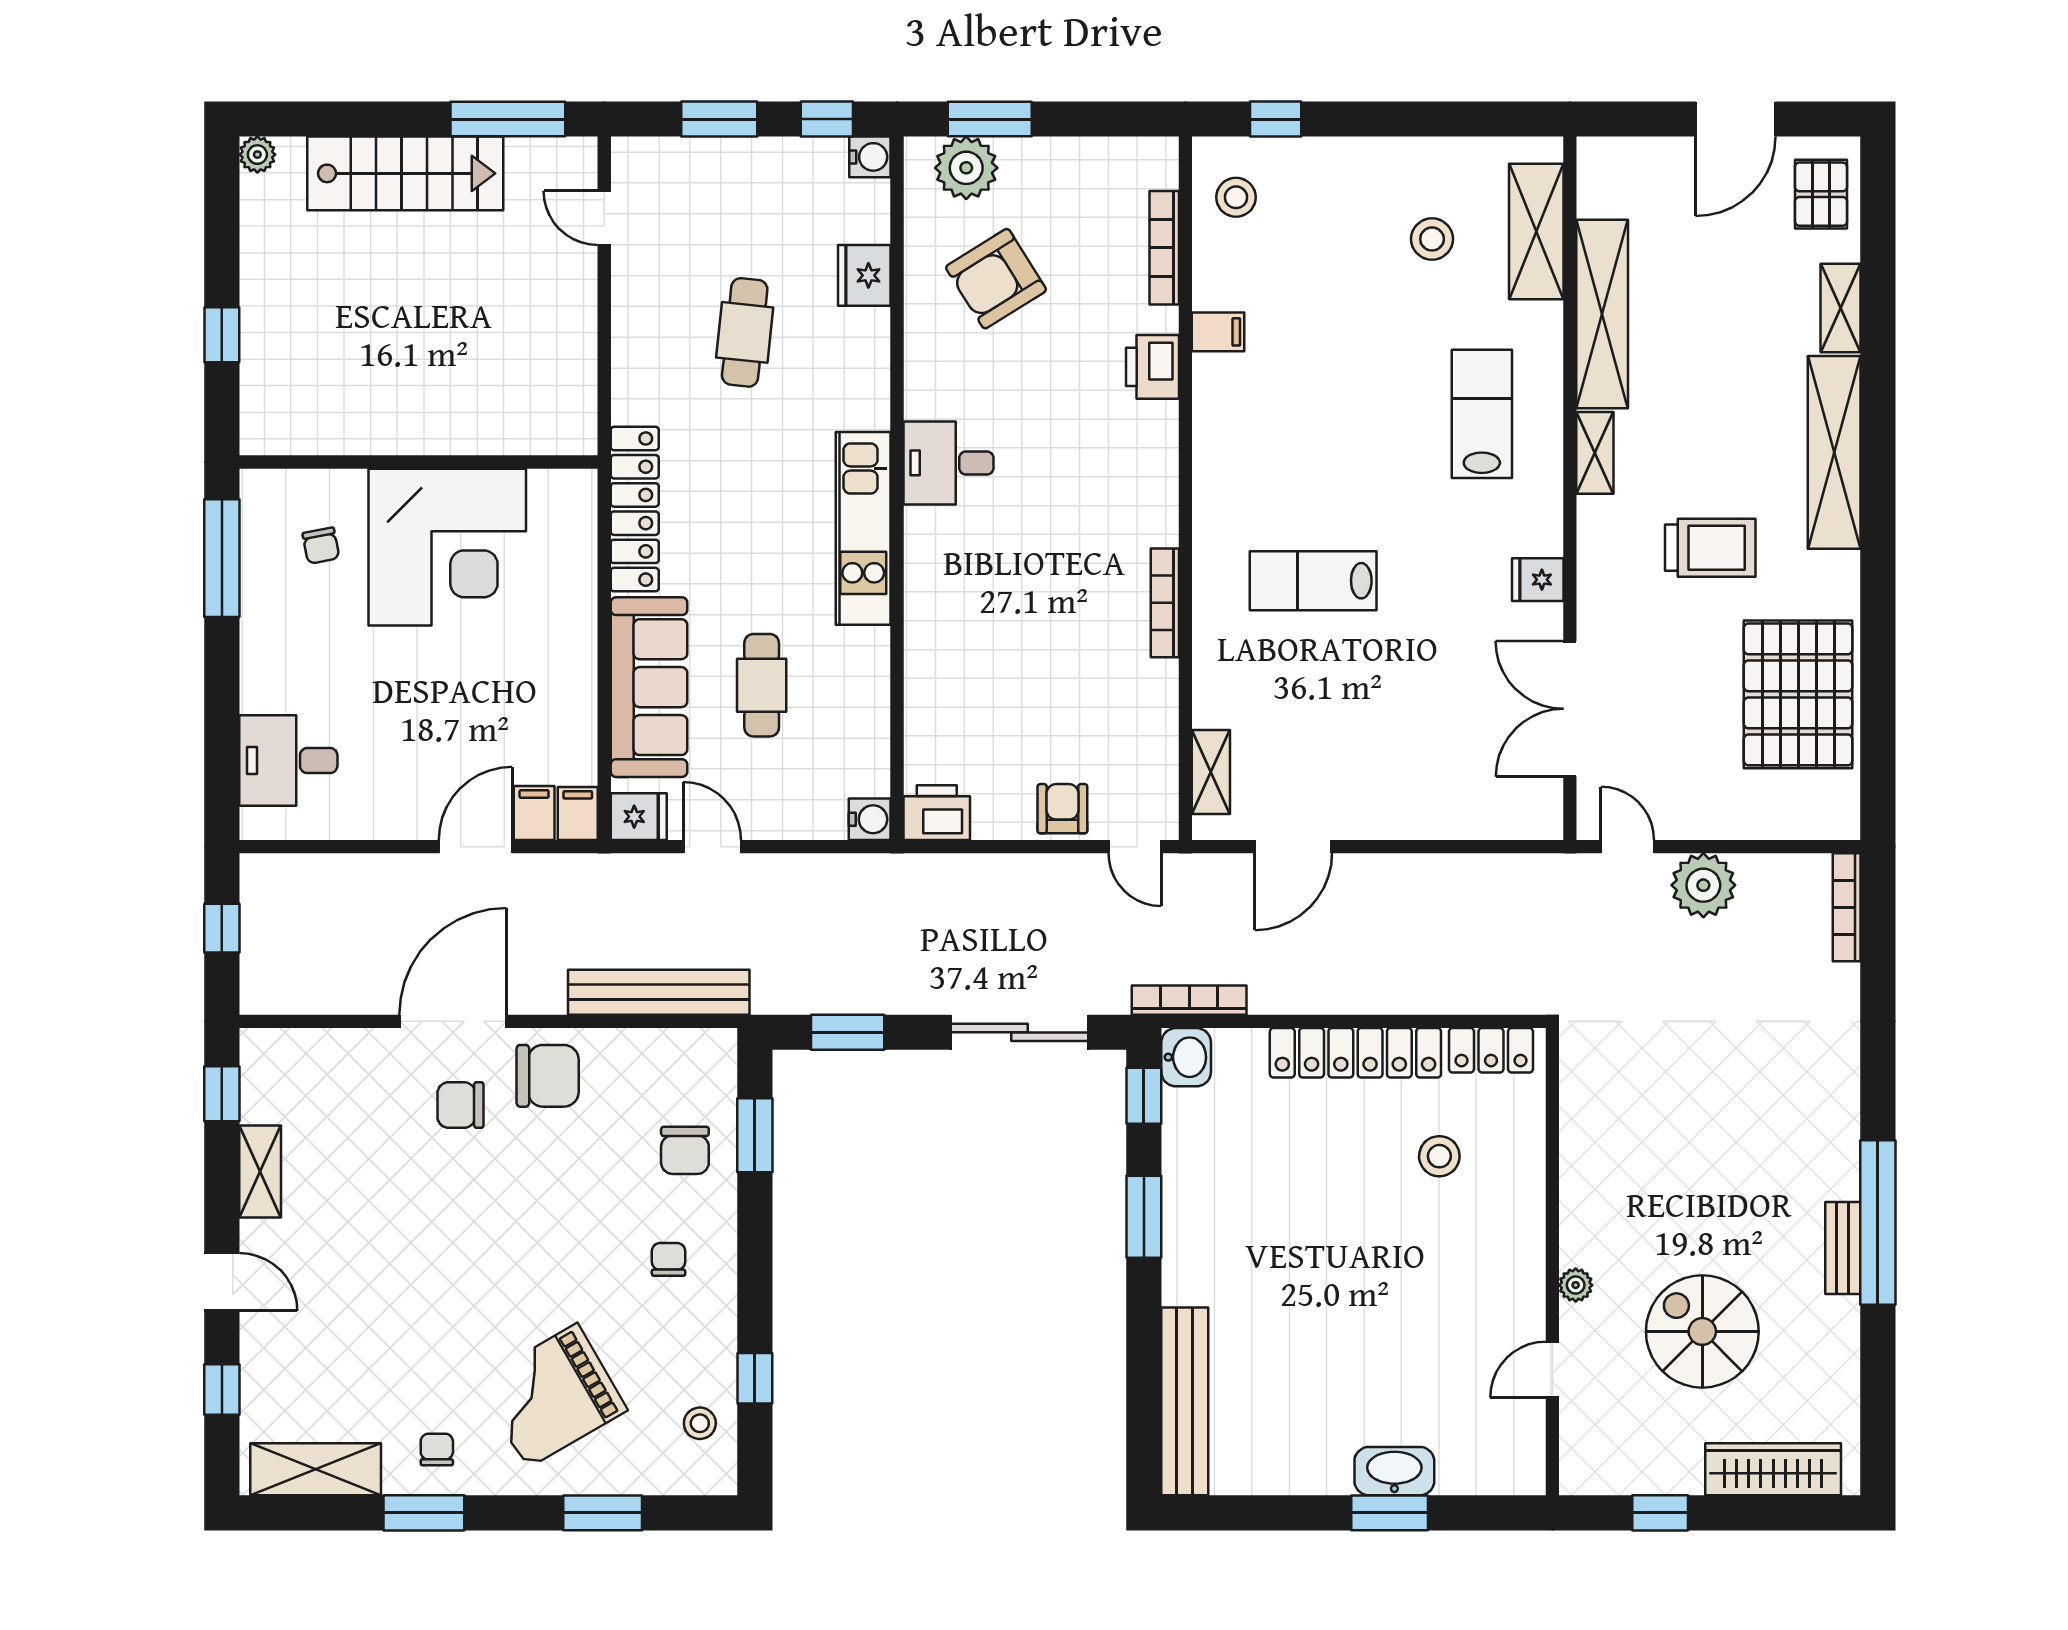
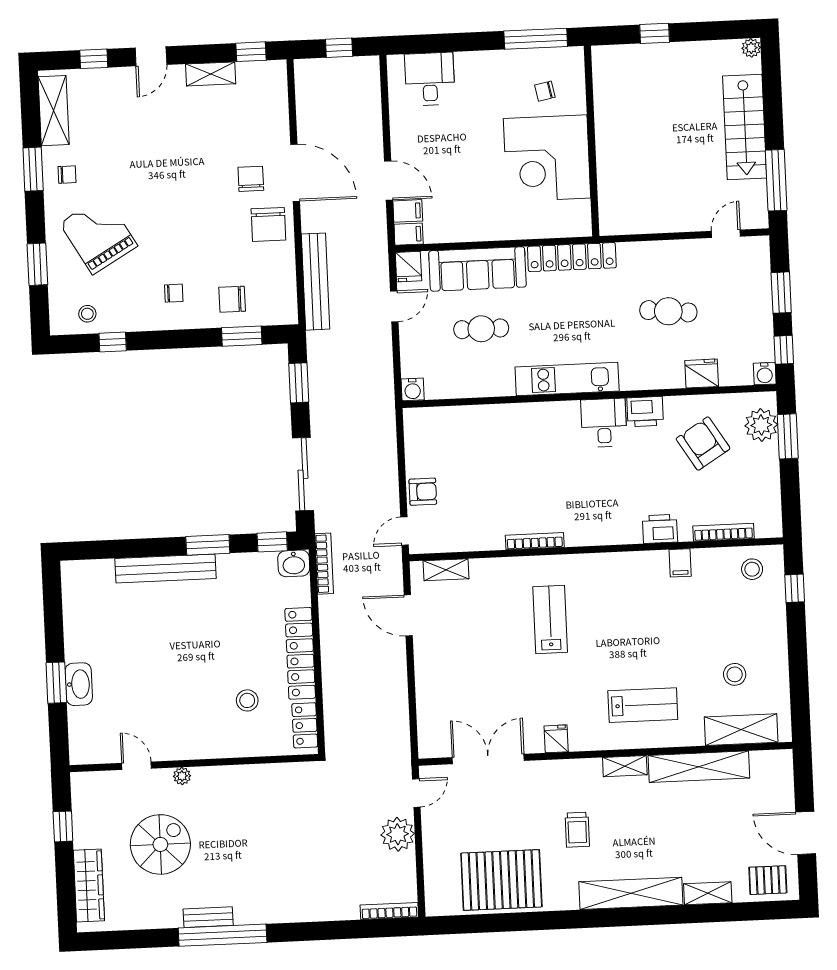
trolley: (1710, 548) -> (577, 830), width x0.73, depth x0.72
printer: (937, 813) -> (645, 412), moved, turned 90
bench: (1185, 1401) -> (165, 569), moved

